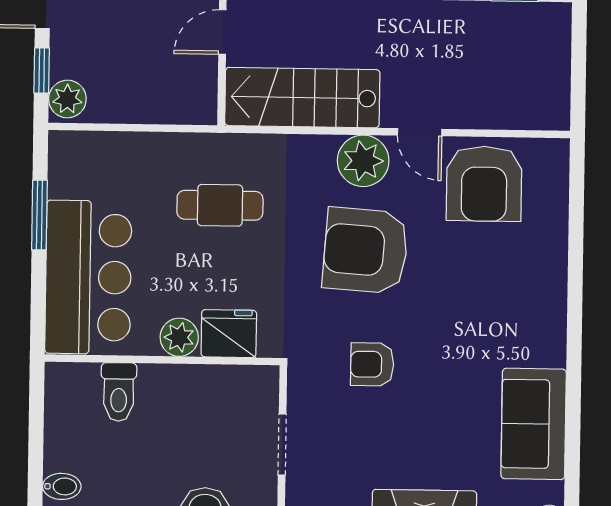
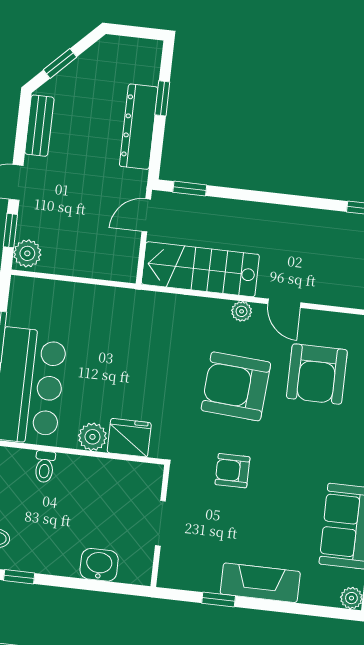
plant: (363, 161) -> (242, 311), width x0.53, depth x0.53
armchair: (484, 184) -> (317, 374), moved
cafe table: (220, 205) -> (132, 343), removed
toilet: (119, 392) -> (45, 467), width x0.73, depth x0.72

